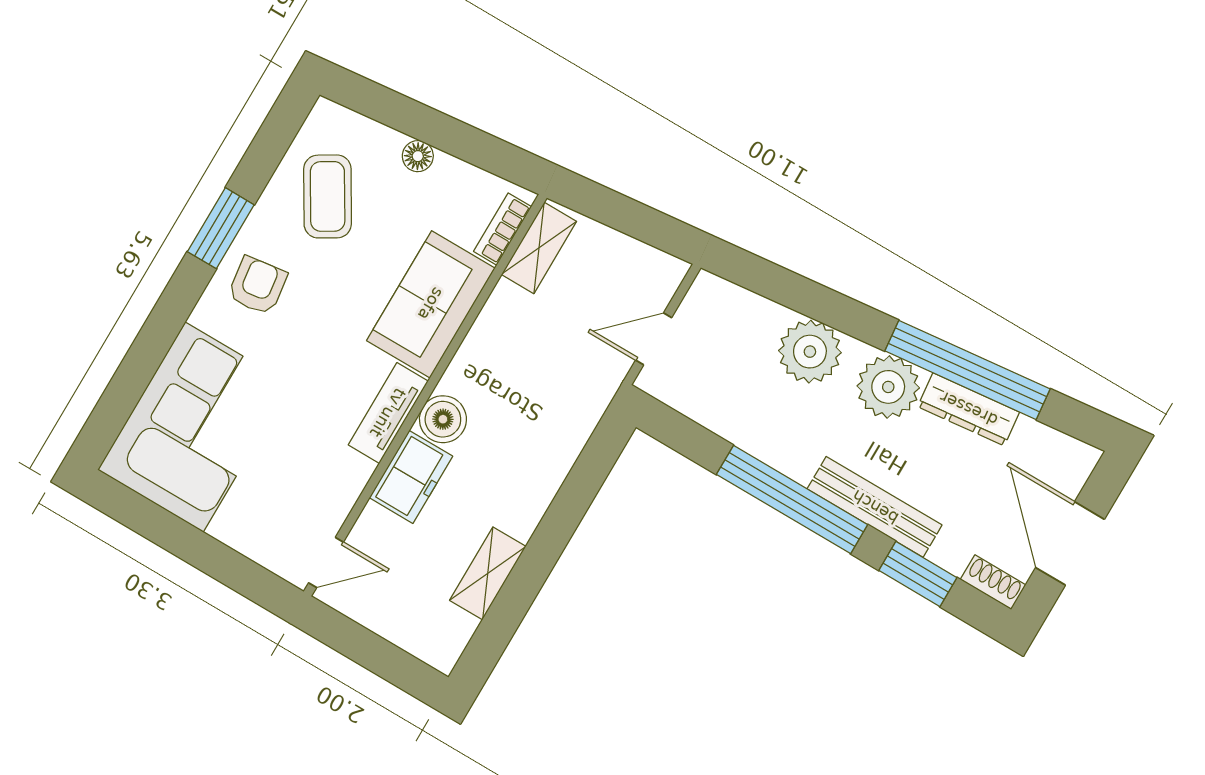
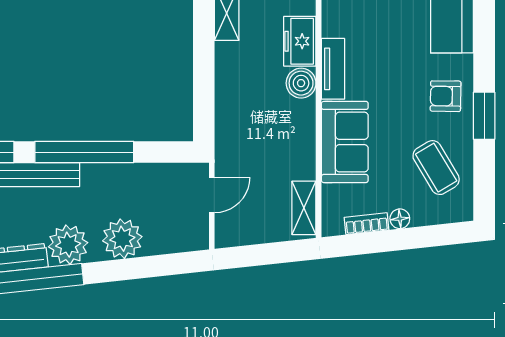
bookcase: (503, 229) -> (367, 224), moved, turned -96
armchair: (257, 286) -> (446, 96), turned 99

